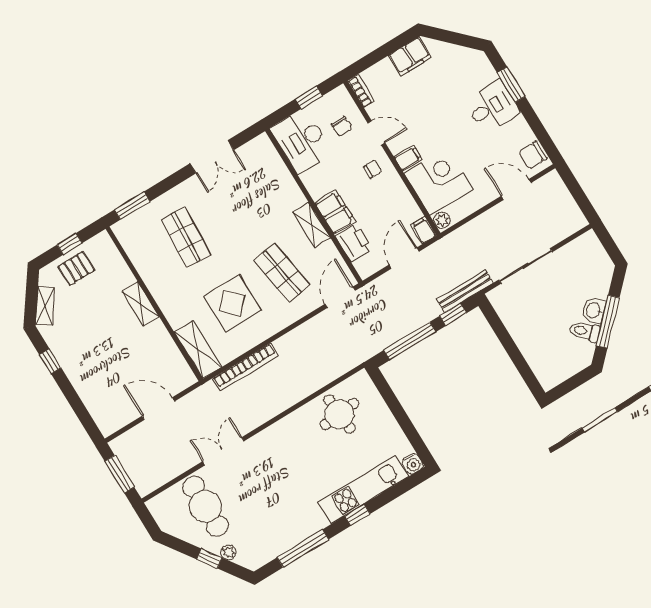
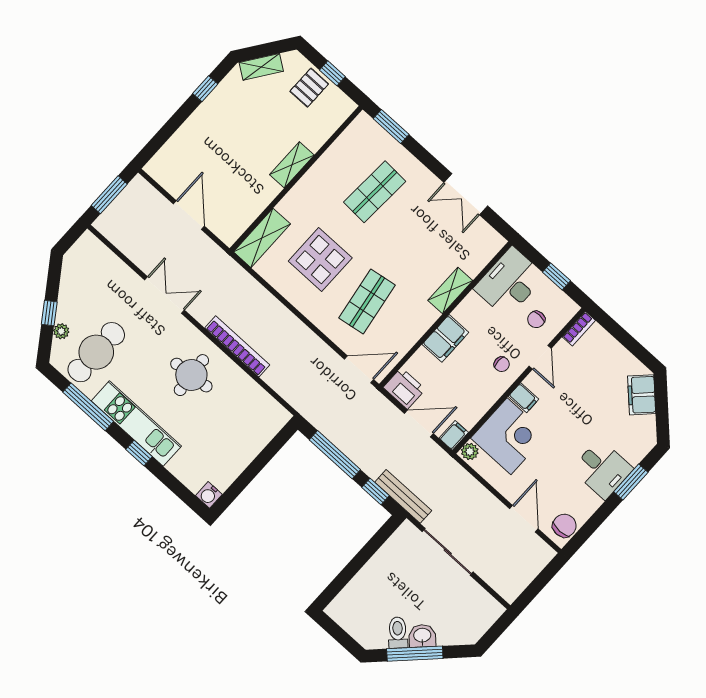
filing cabinet: (410, 56) -> (642, 395), moved, turned 45
chair: (533, 155) -> (564, 526), turned 90
shelving: (312, 225) -> (450, 290), moved
printer: (354, 243) -> (404, 388), moved, turned -90
pallet: (76, 268) -> (309, 88), turned 90
bookcase: (245, 367) -> (237, 346), moved, turned 180
round table: (340, 414) -> (191, 375), moved
kitchen unit: (363, 489) -> (136, 424), moved
cafe table: (205, 506) -> (96, 352), moved

